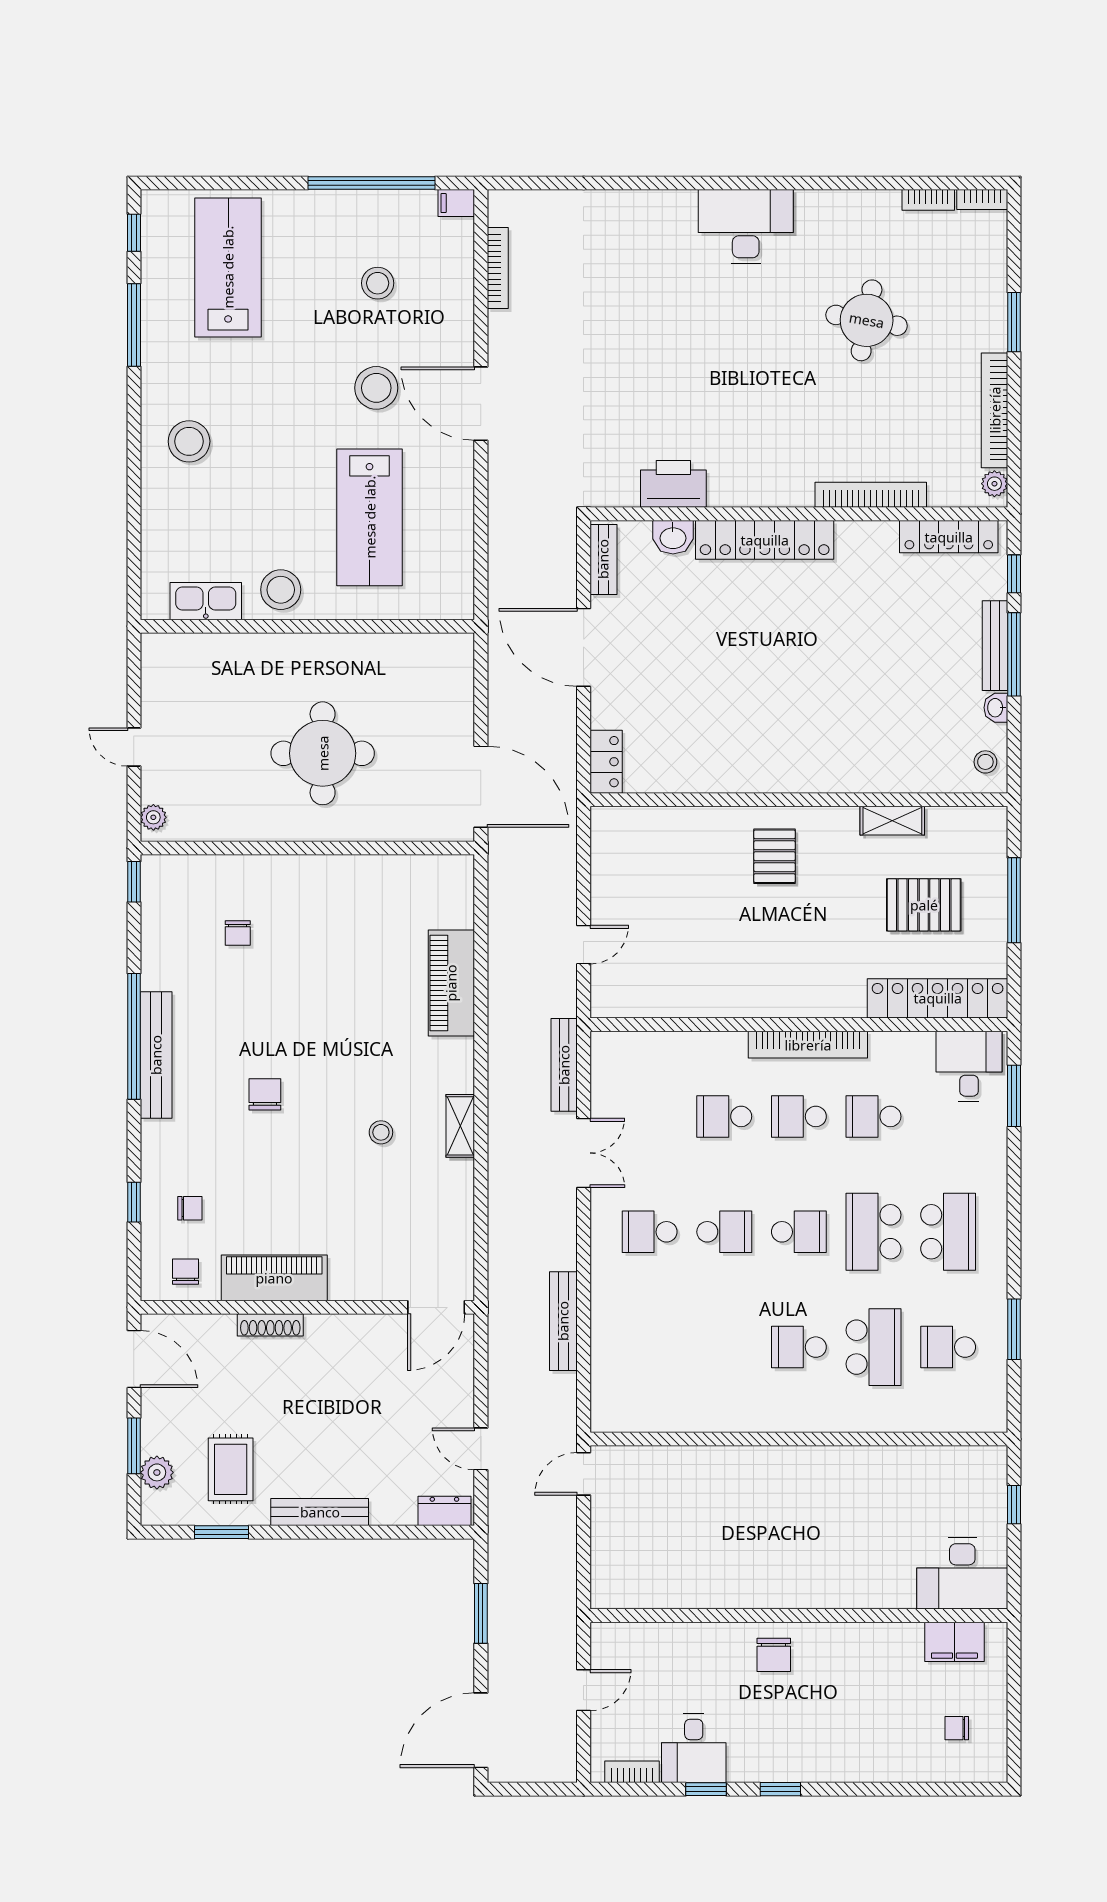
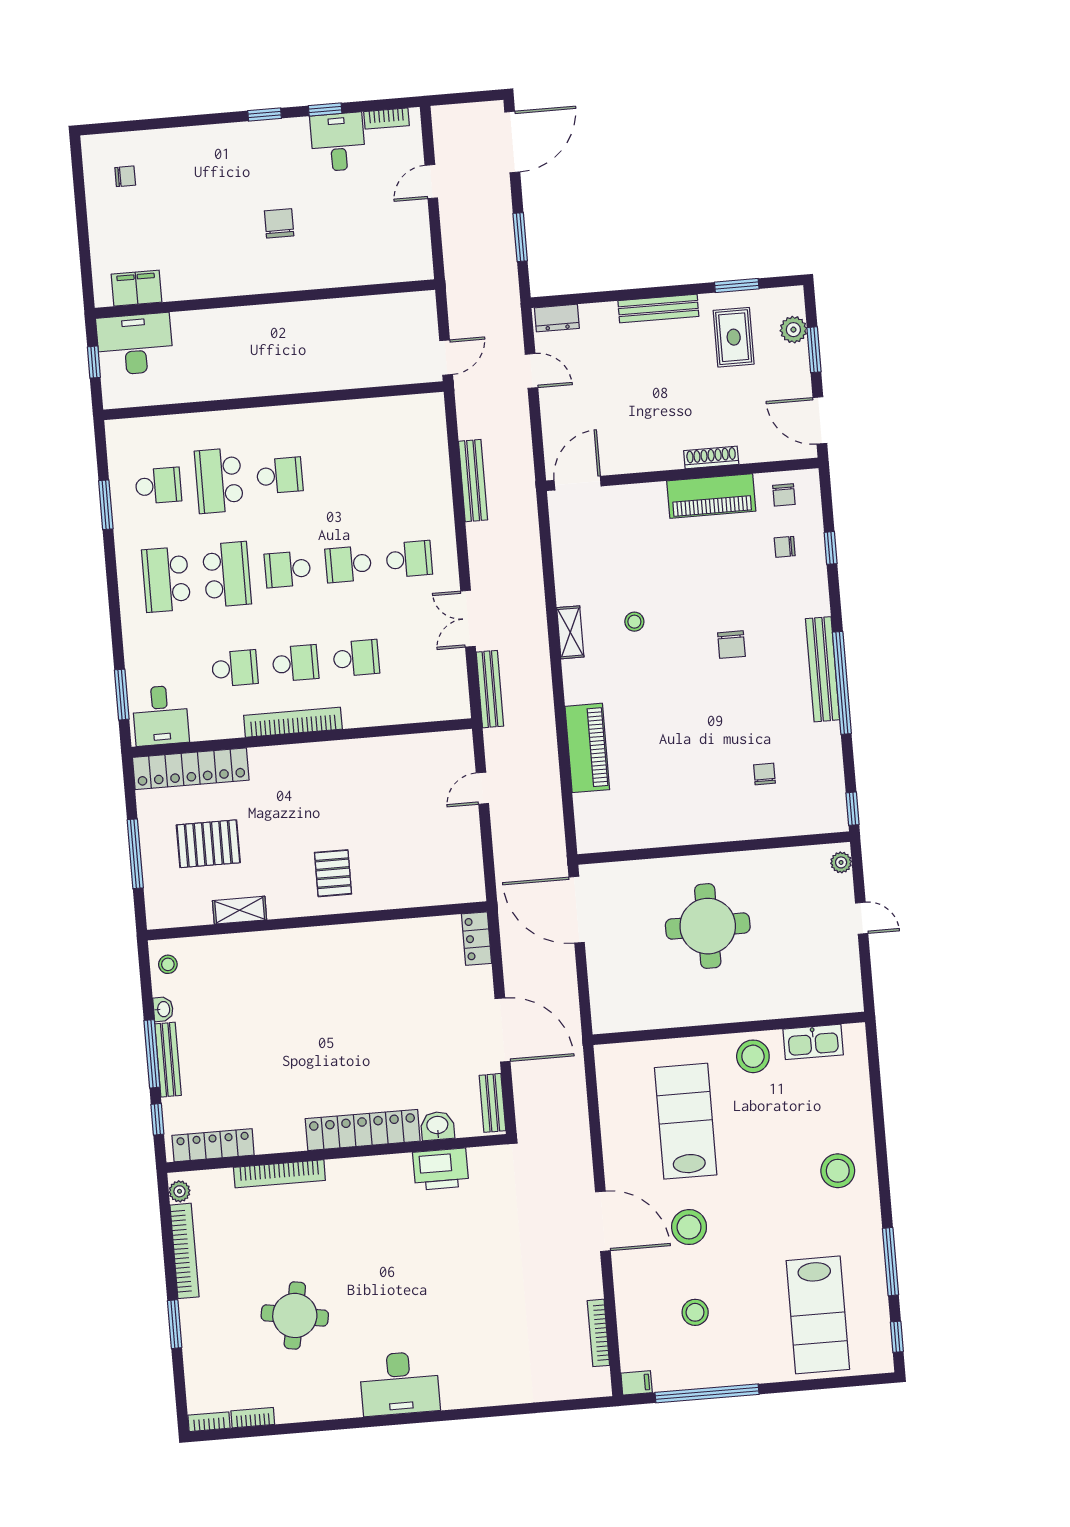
desk: (962, 1574) -> (135, 344), moved
wall: (799, 1616) -> (265, 299), moved
filing cabinet: (954, 1642) -> (136, 288), moved

